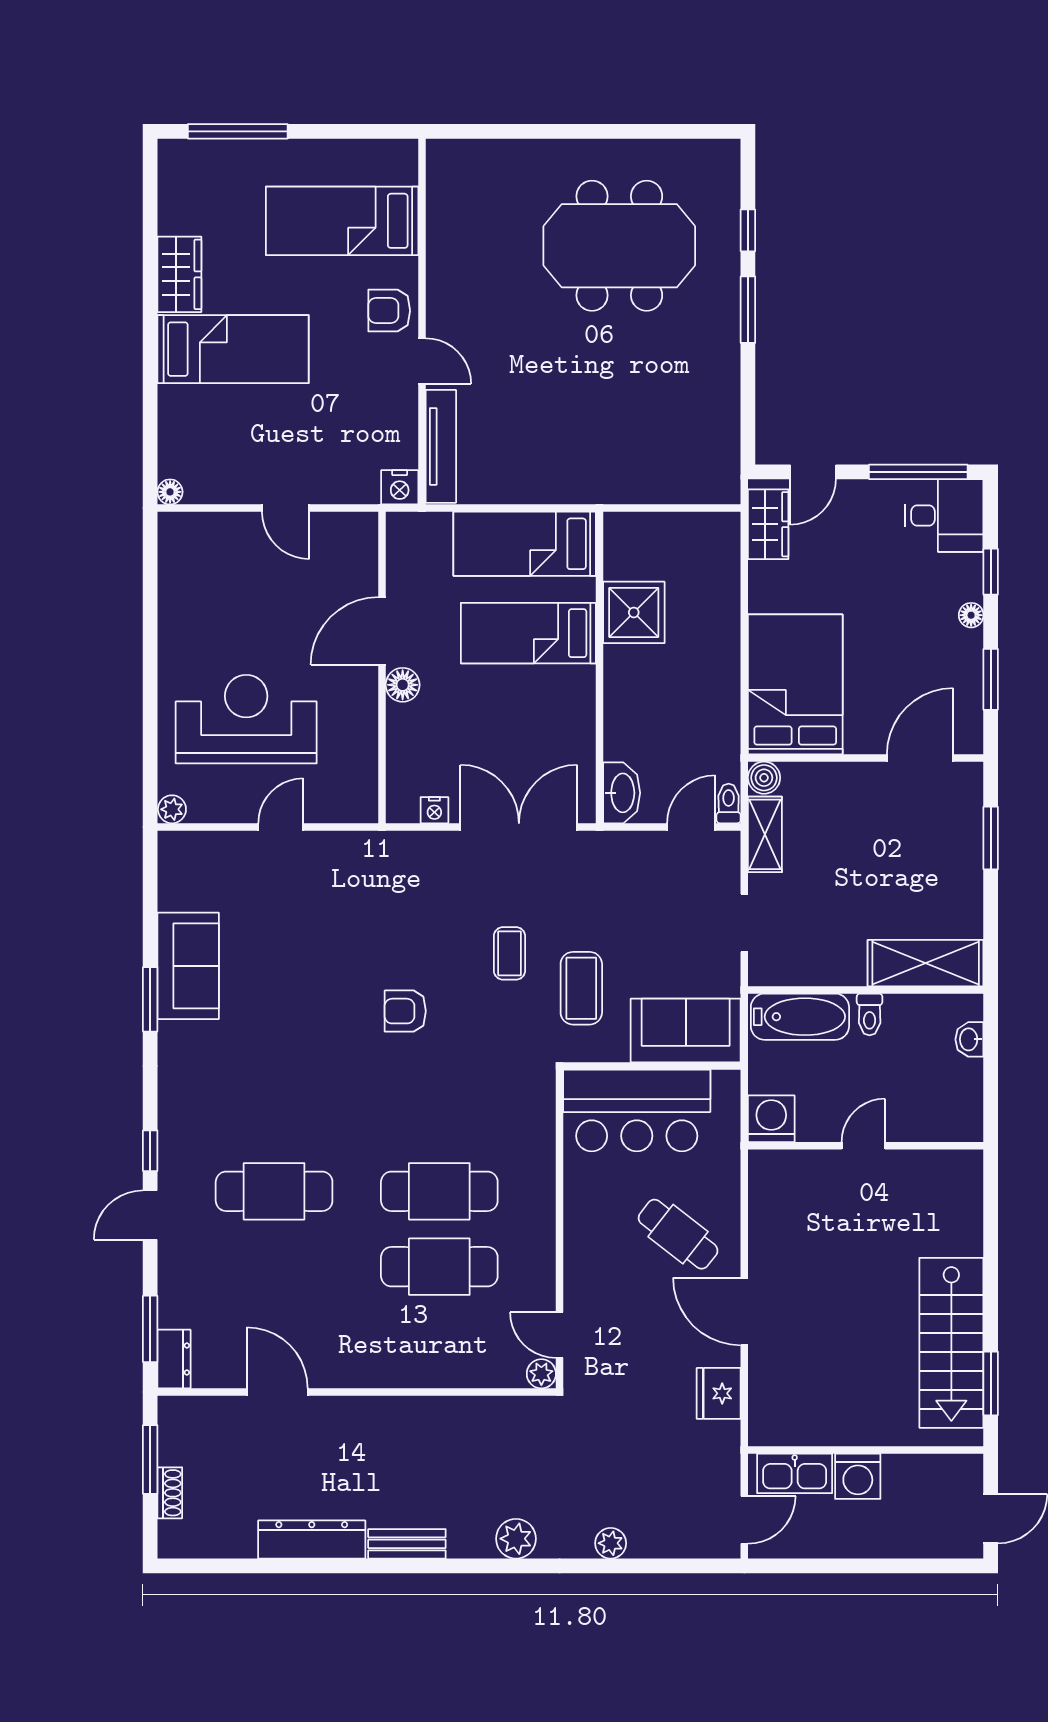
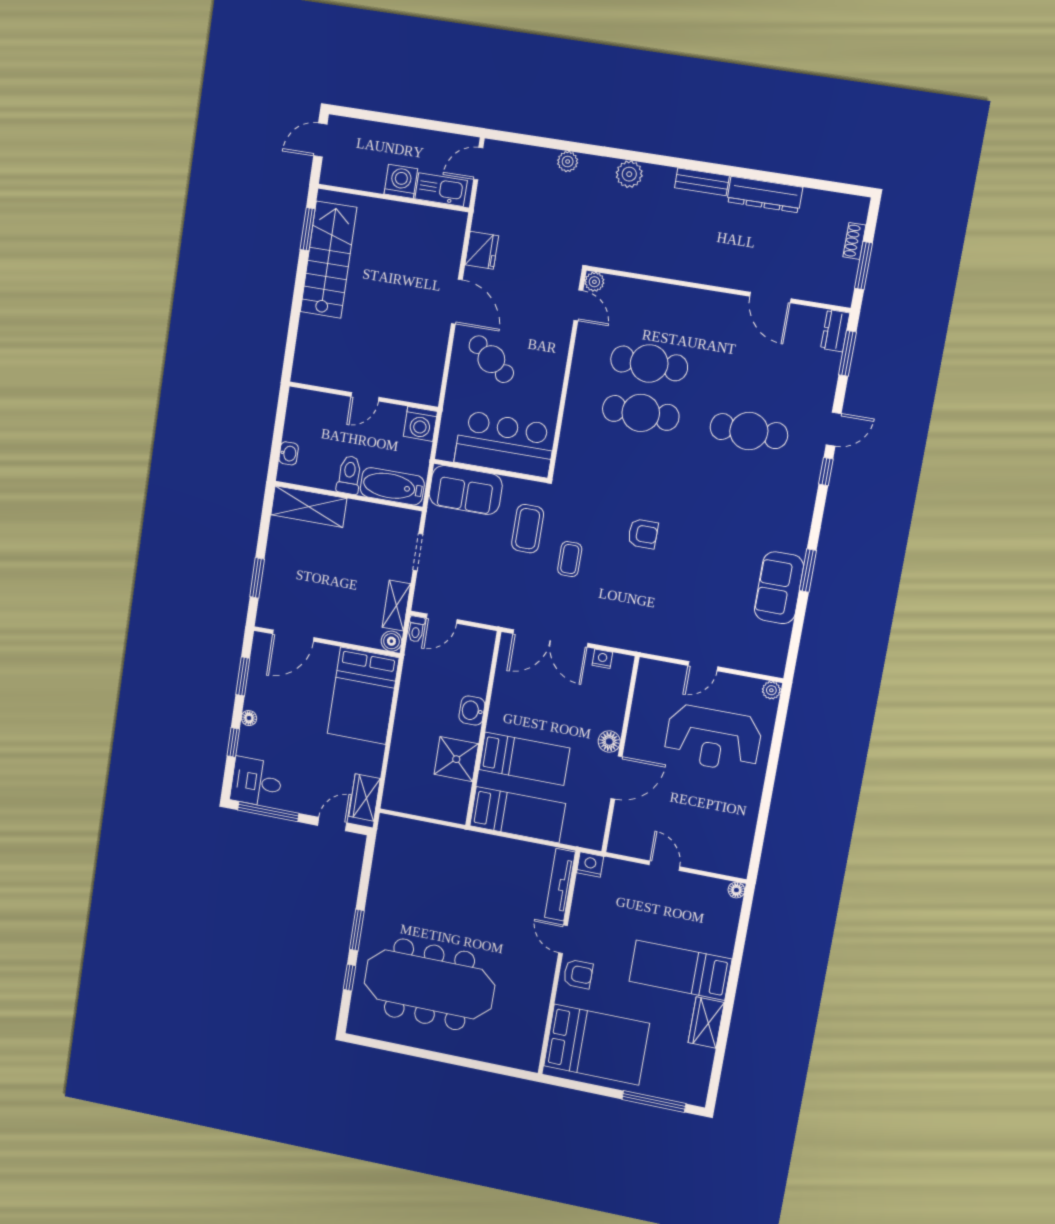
bed: (342, 221) -> (596, 1045), width x1.50
meeting table: (619, 246) -> (429, 984), width x1.36
washbasin: (622, 793) -> (472, 711), moved, width x0.72
toilet: (870, 1014) -> (349, 475), width x1.37, depth x1.39

